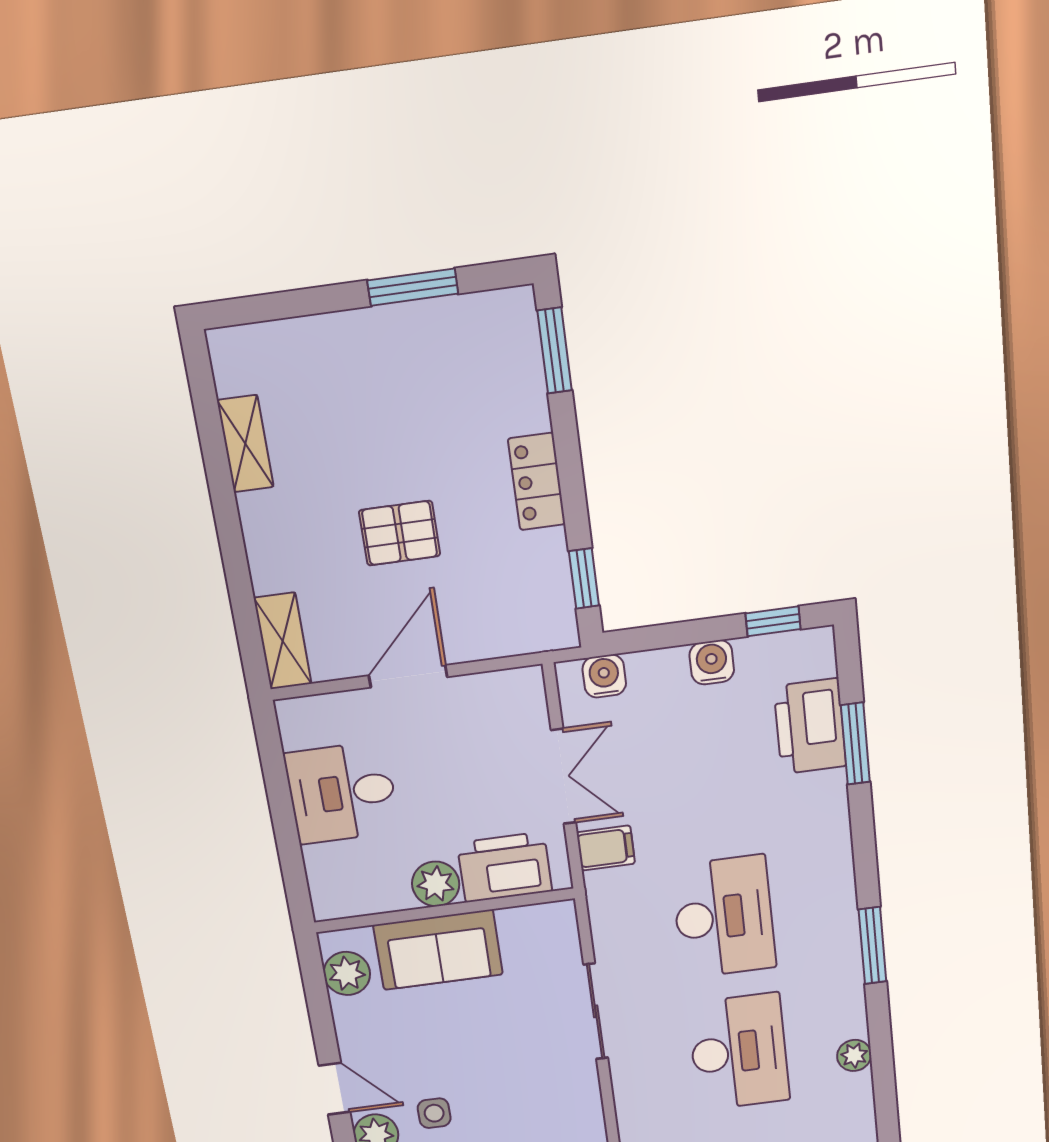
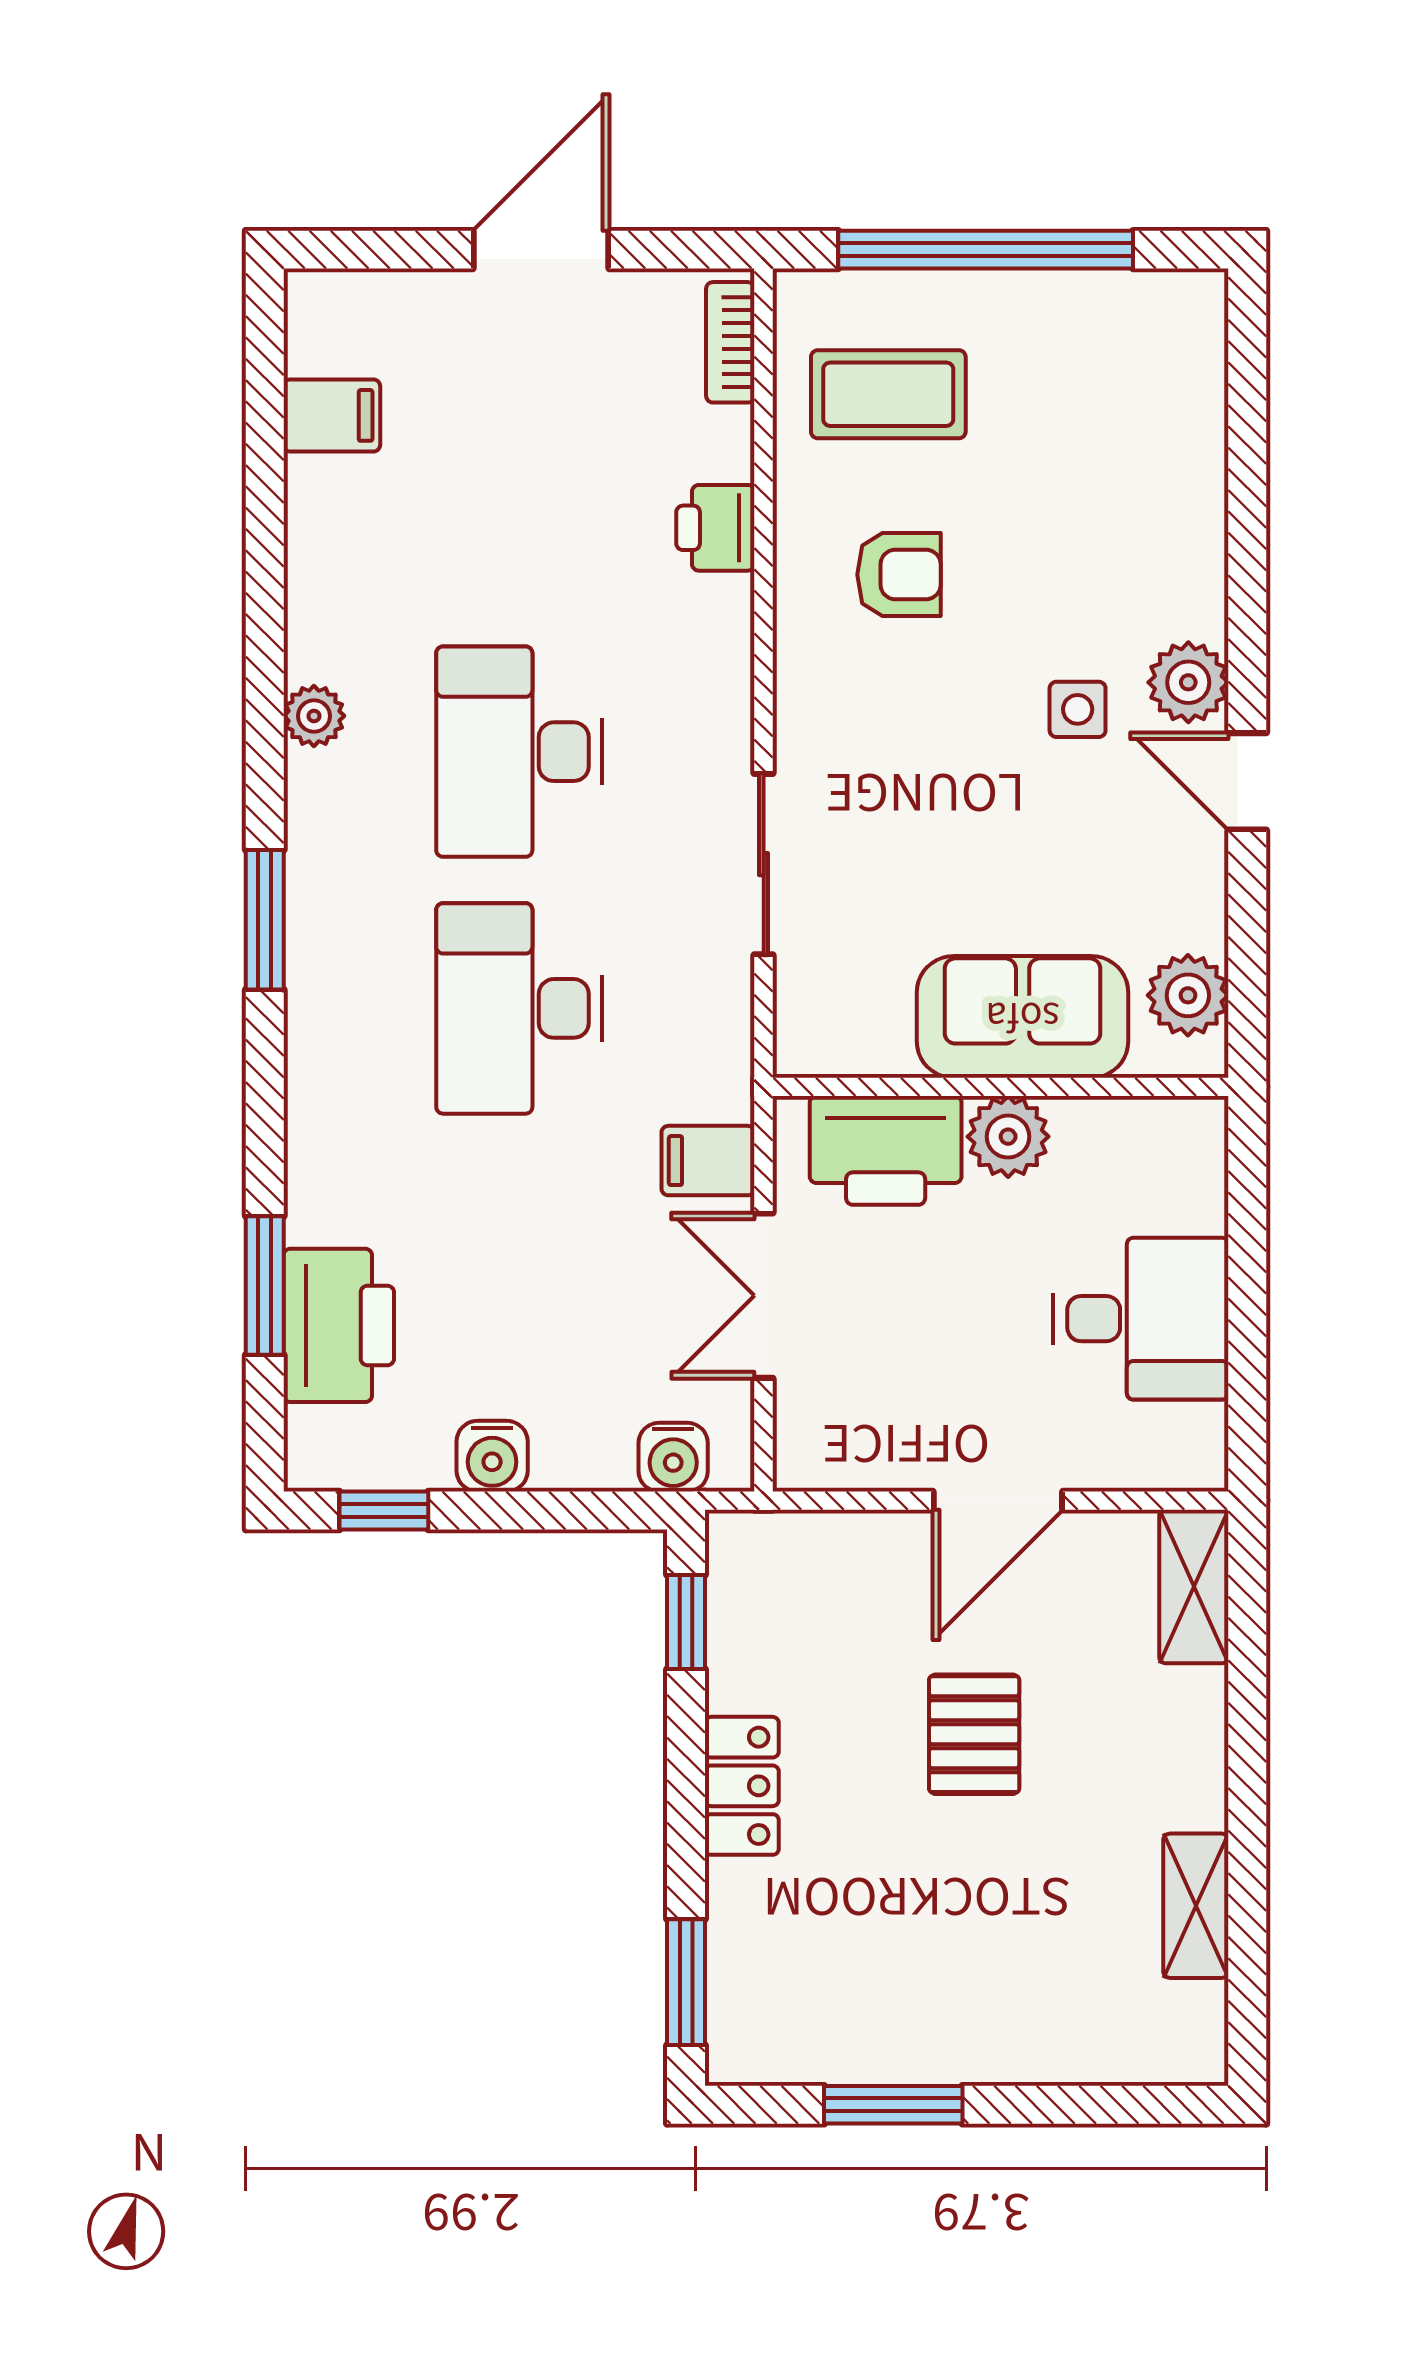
pallet: (400, 533) -> (974, 1734), turned 90

